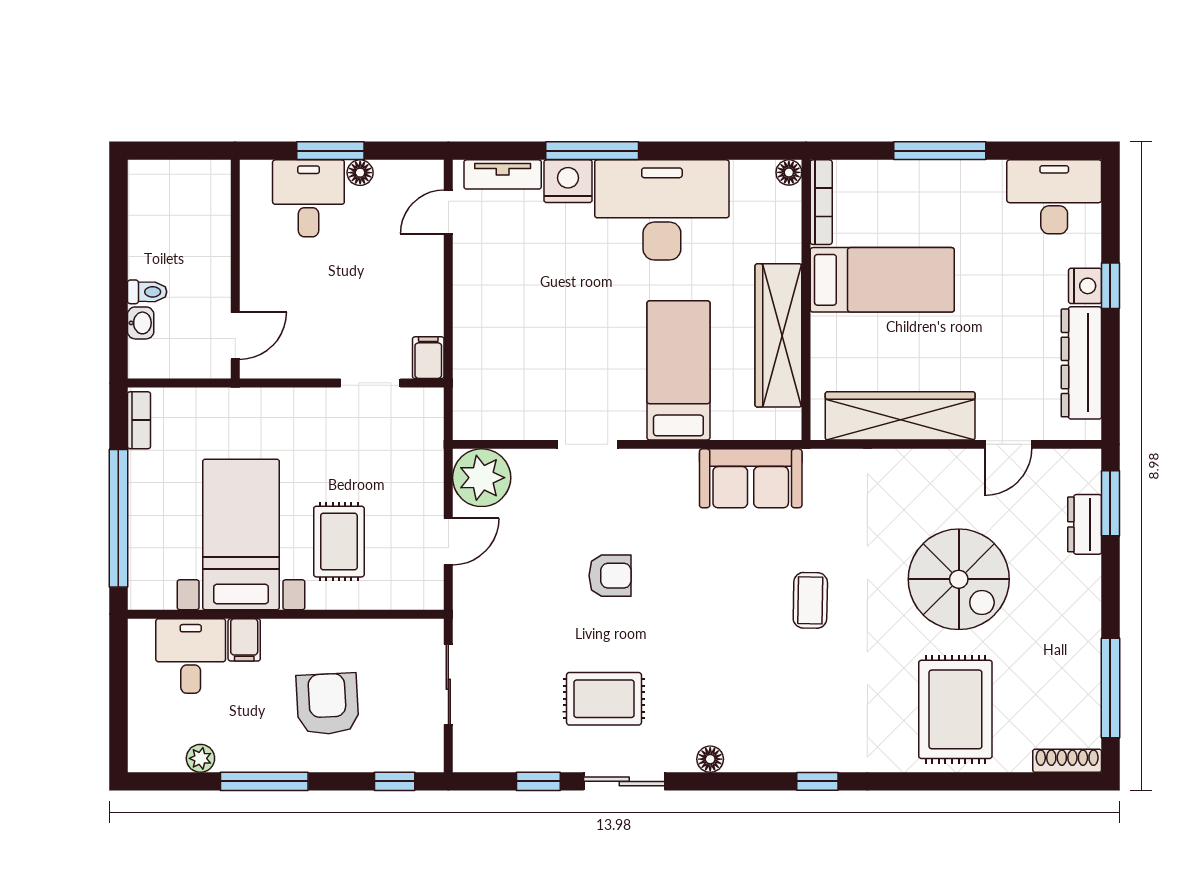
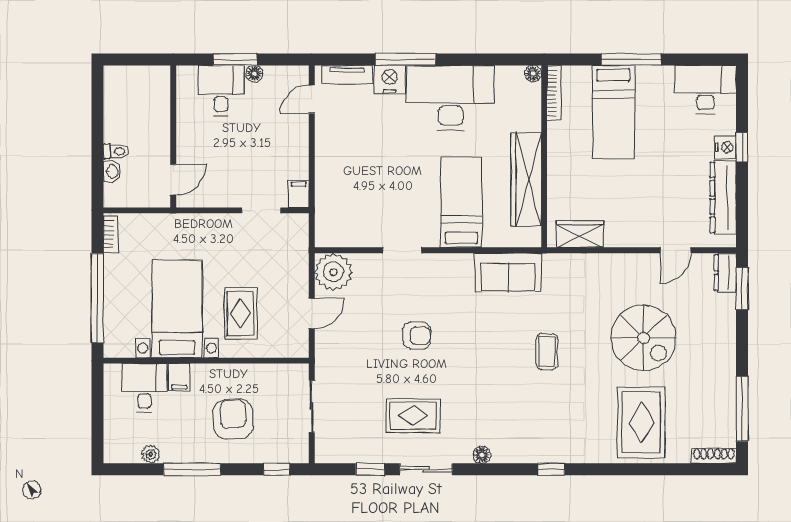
bed: (882, 280) -> (613, 112), moved, turned 90
wardrobe: (900, 416) -> (580, 234), width x0.48, depth x0.85
dresser: (1085, 524) -> (725, 273), moved

